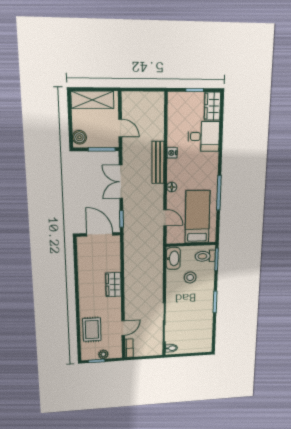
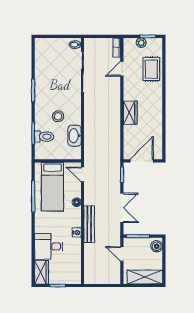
bed: (197, 217) -> (52, 187), moved
door: (100, 234) -> (142, 161), swing flipped
wall: (191, 244) -> (58, 161), moved

